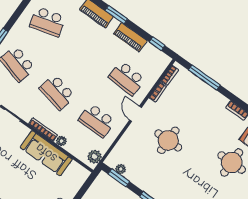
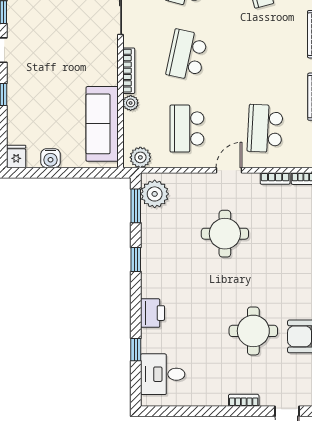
sofa: (46, 153) -> (102, 124), moved
plant: (121, 169) -> (155, 194), width x1.87, depth x1.87

